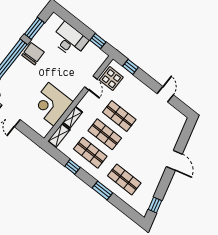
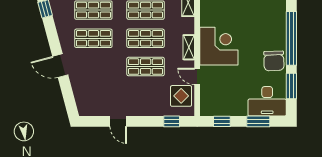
window: (74, 22) -> (258, 121), added
desk: (70, 40) -> (267, 101), moved
corner desk: (51, 104) -> (219, 46), moved
shelving: (73, 117) -> (189, 47), moved
shop shelf: (139, 161) -> (93, 38), added

